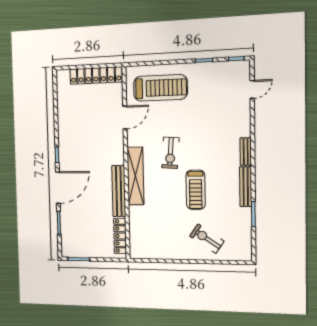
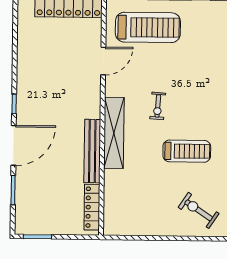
exercise bike: (170, 153) -> (158, 106), width x0.73, depth x0.72
treadmill: (196, 190) -> (187, 151), turned -90

